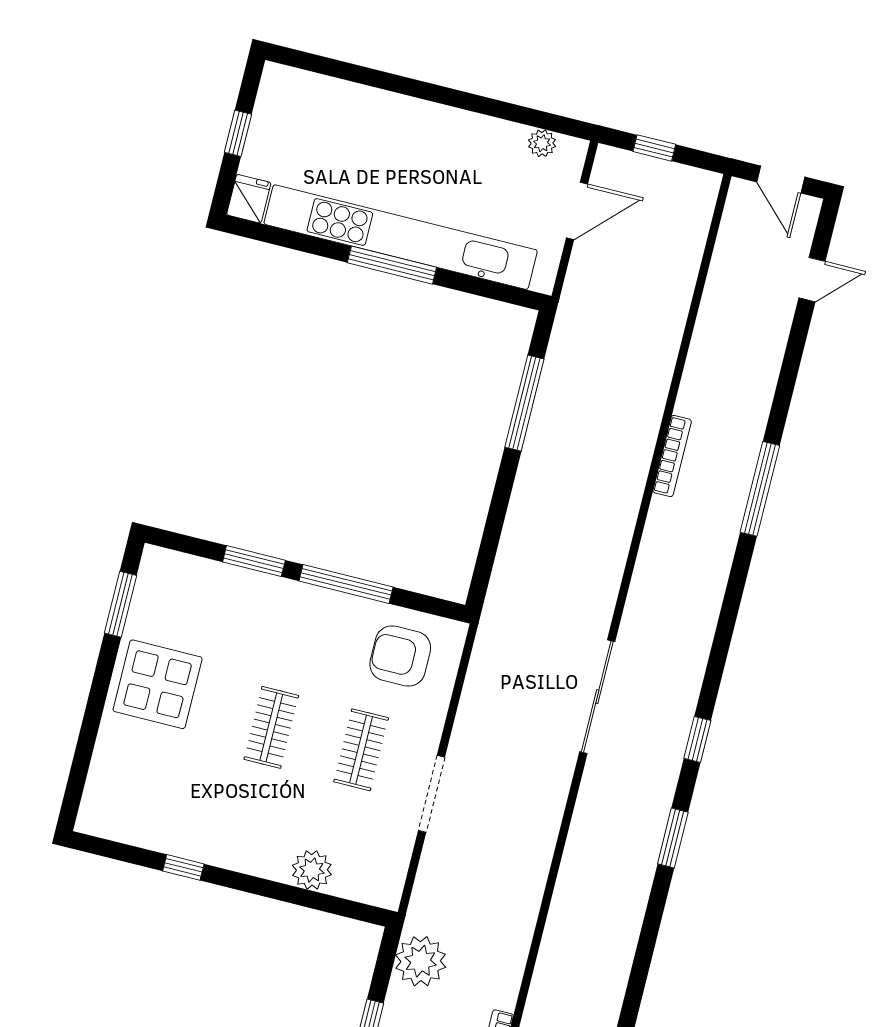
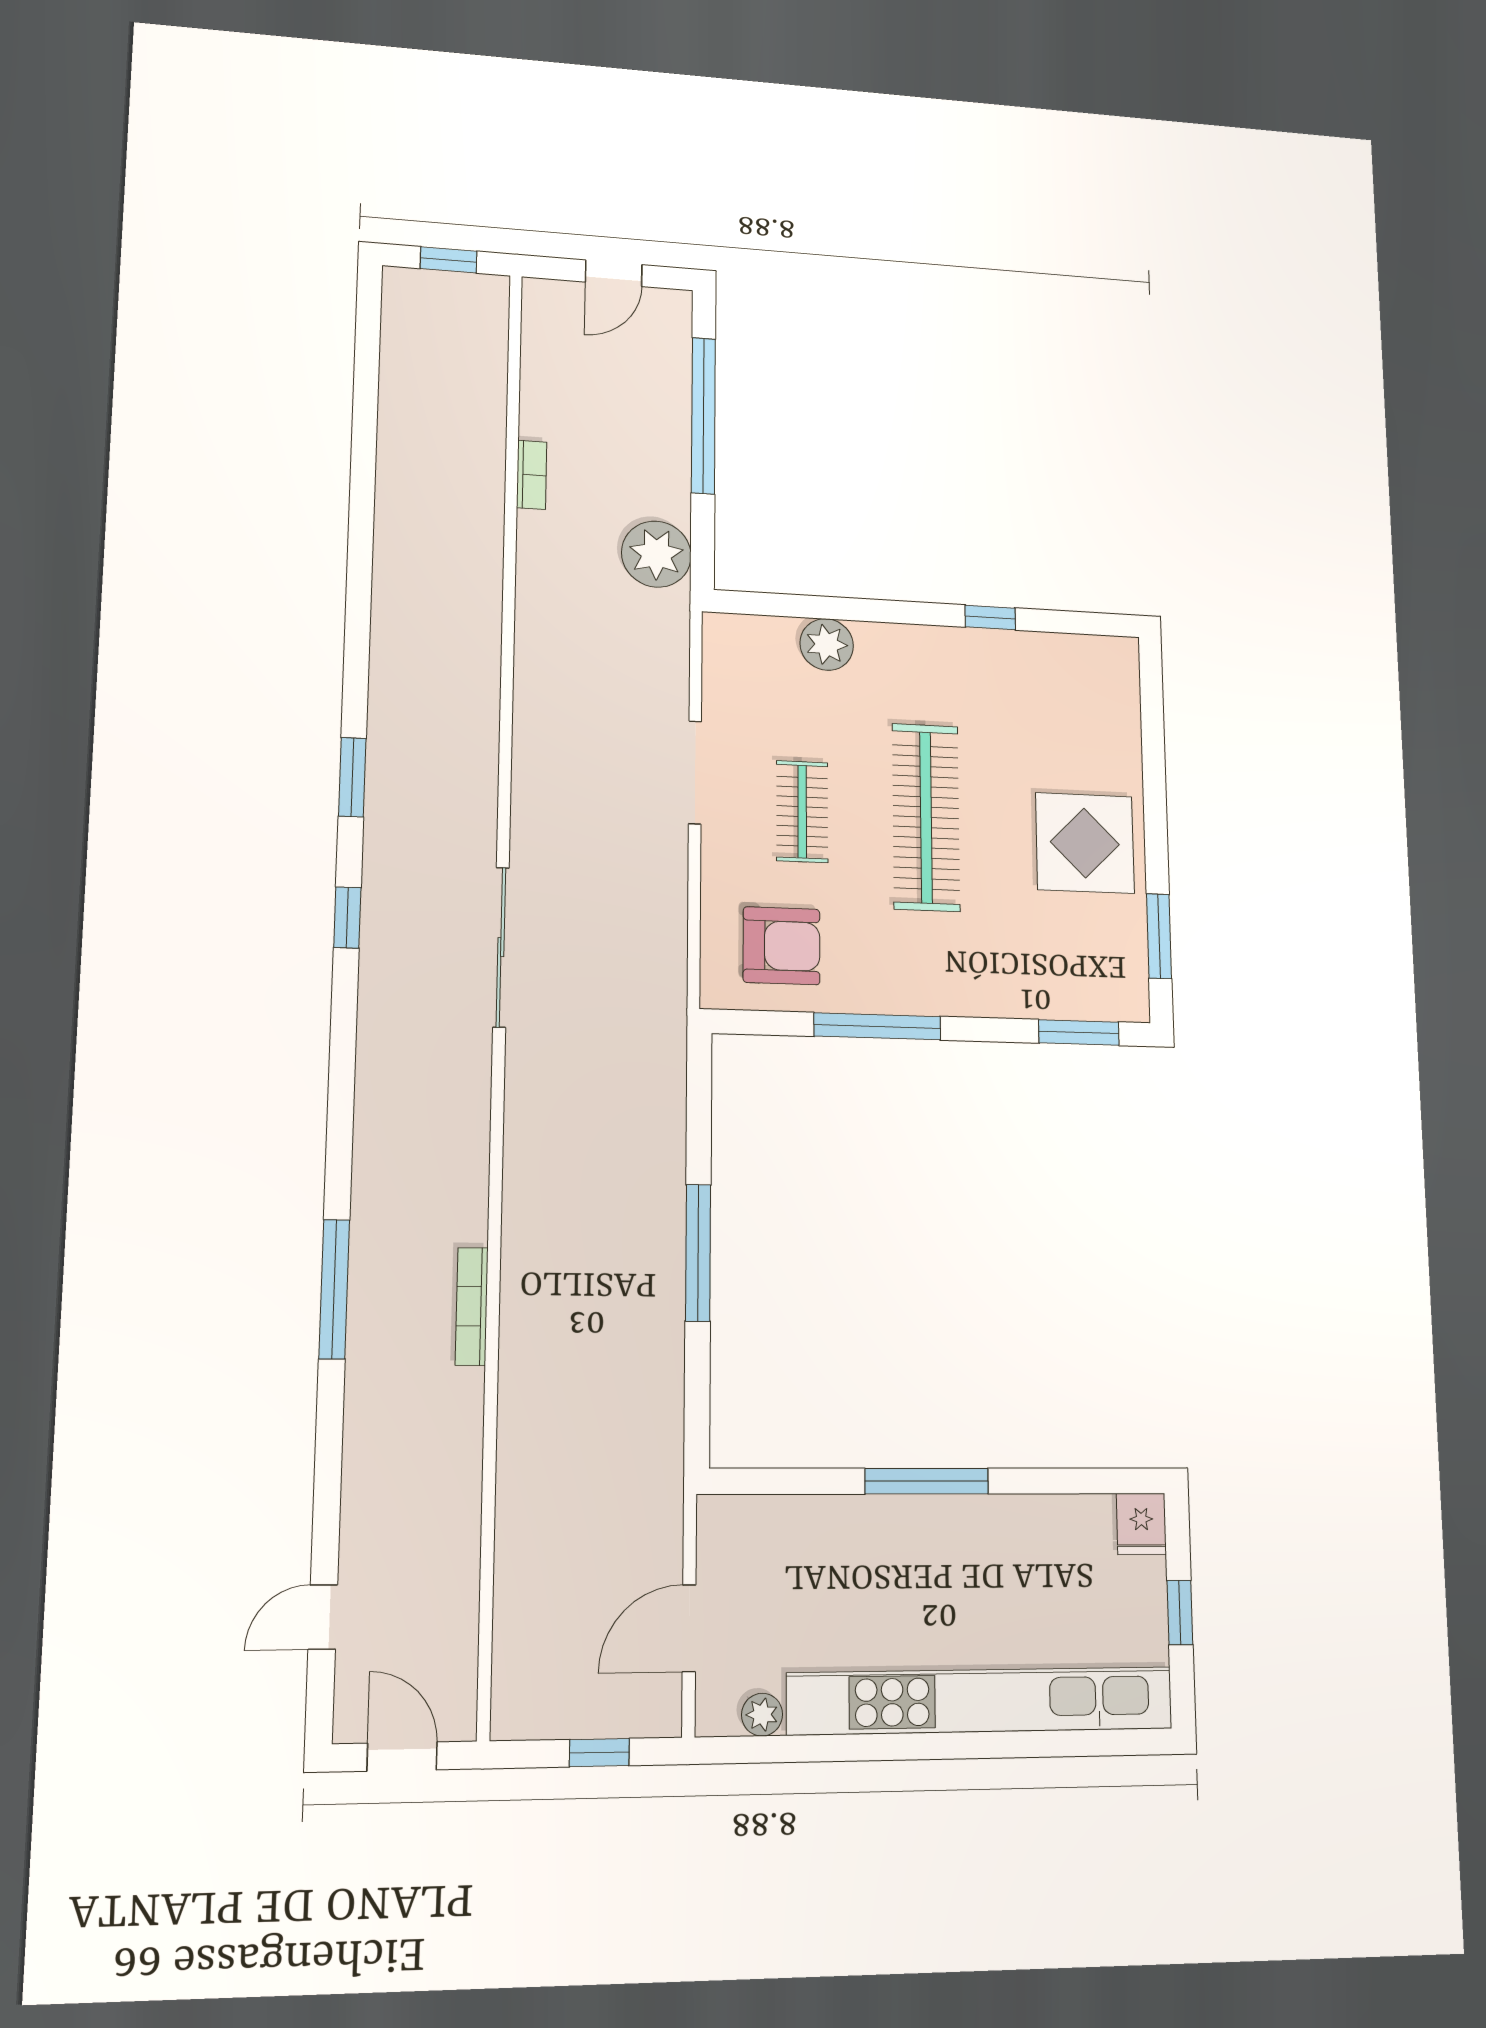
kitchen unit: (401, 237) -> (981, 1701), moved, turned 180
window: (524, 403) -> (698, 1253), moved
window: (254, 561) -> (1079, 1032), moved
clothes rail: (271, 727) -> (926, 817), width x1.86, depth x1.31

